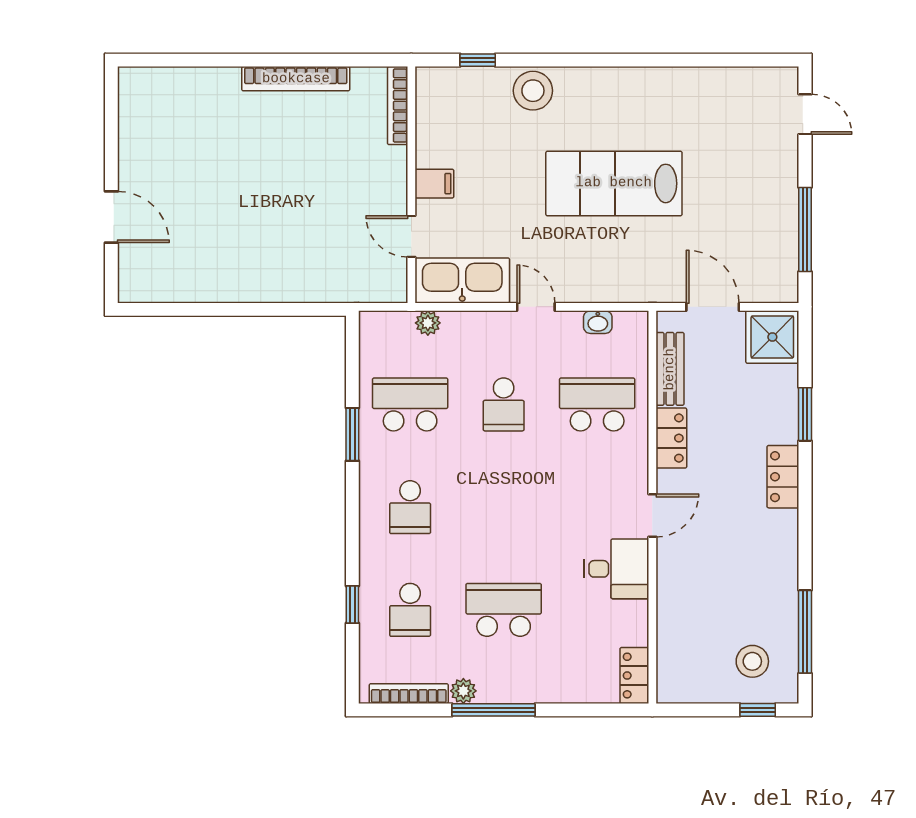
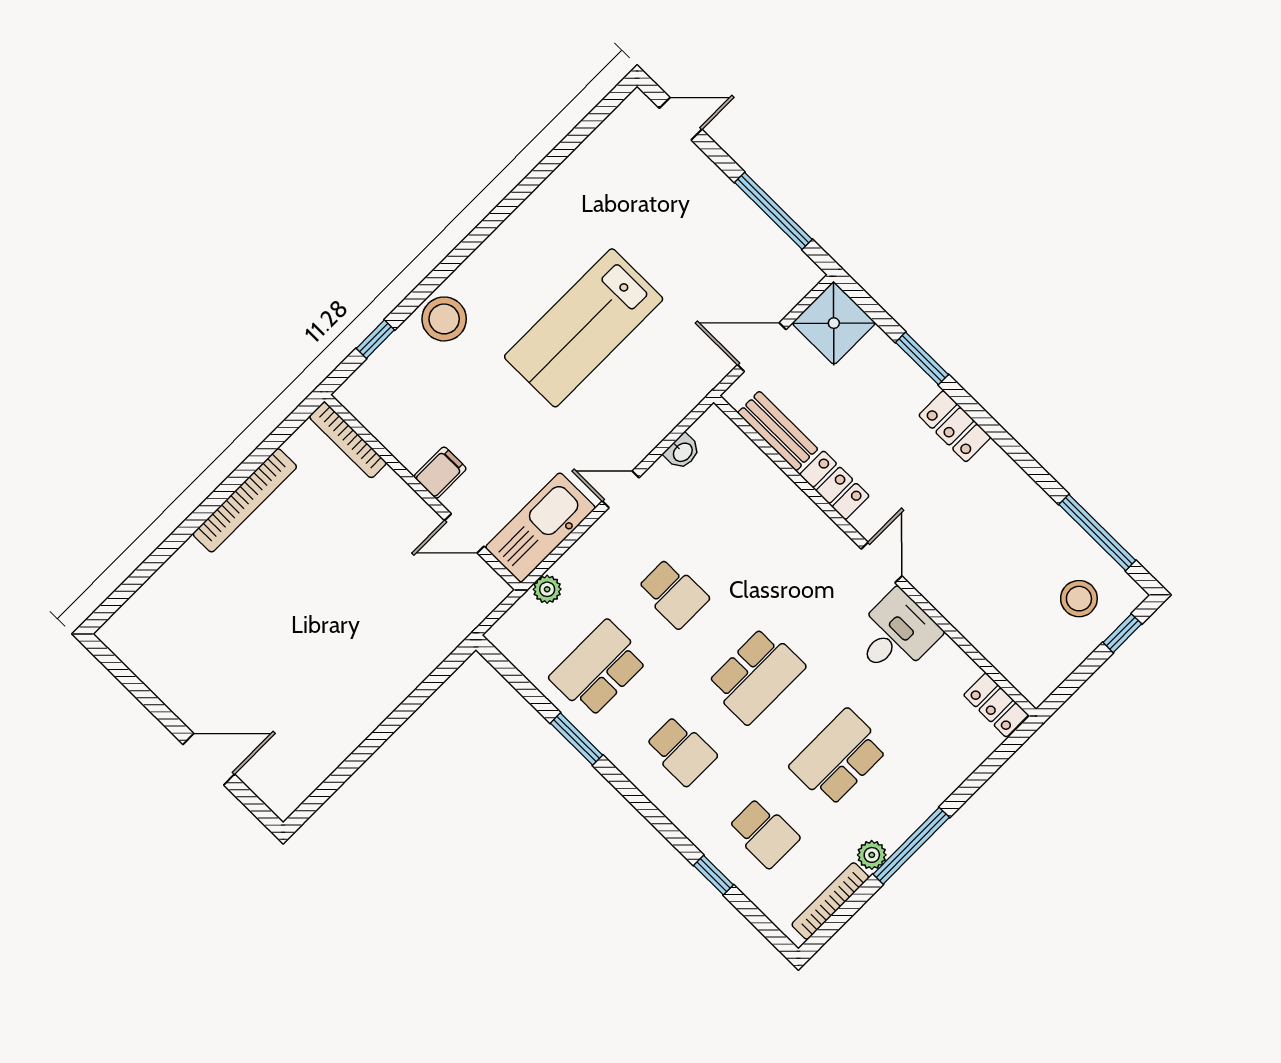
school desk: (597, 404) -> (756, 676), moved, turned 180

